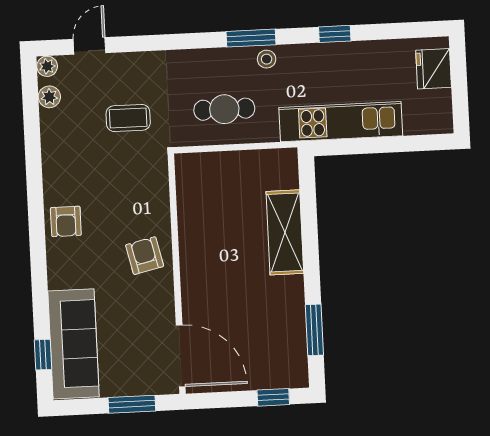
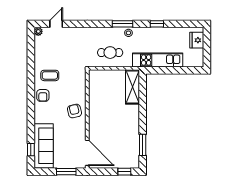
plant: (49, 97) -> (39, 44), removed
coffee table: (128, 118) -> (50, 75), moved
shelving: (285, 232) -> (132, 87), moved

